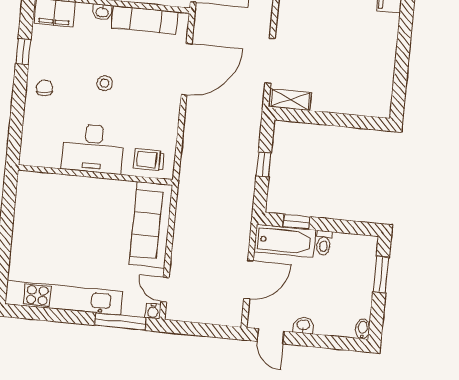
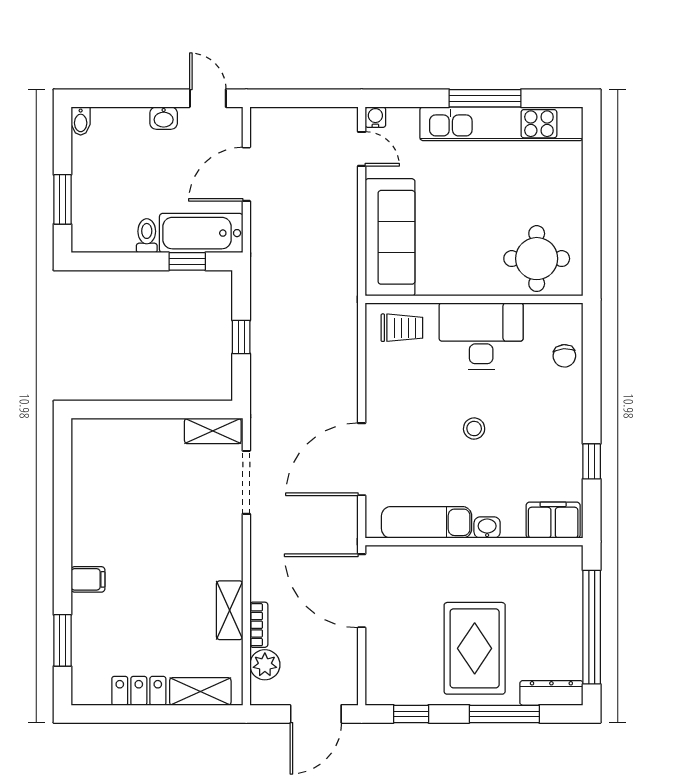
chair: (44, 88) -> (564, 356), moved
round table: (48, 200) -> (537, 259), added
window: (121, 322) -> (485, 98), moved

